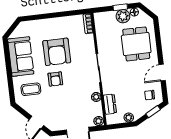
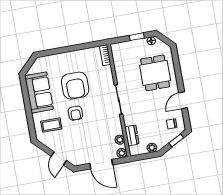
plant: (123, 16) -> (140, 46), removed
plant: (96, 97) -> (120, 140), moved

